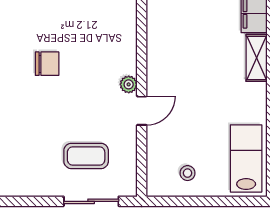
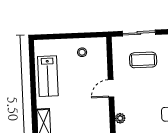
plant: (129, 84) -> (120, 118), moved
lab bench: (246, 158) -> (48, 76), moved

